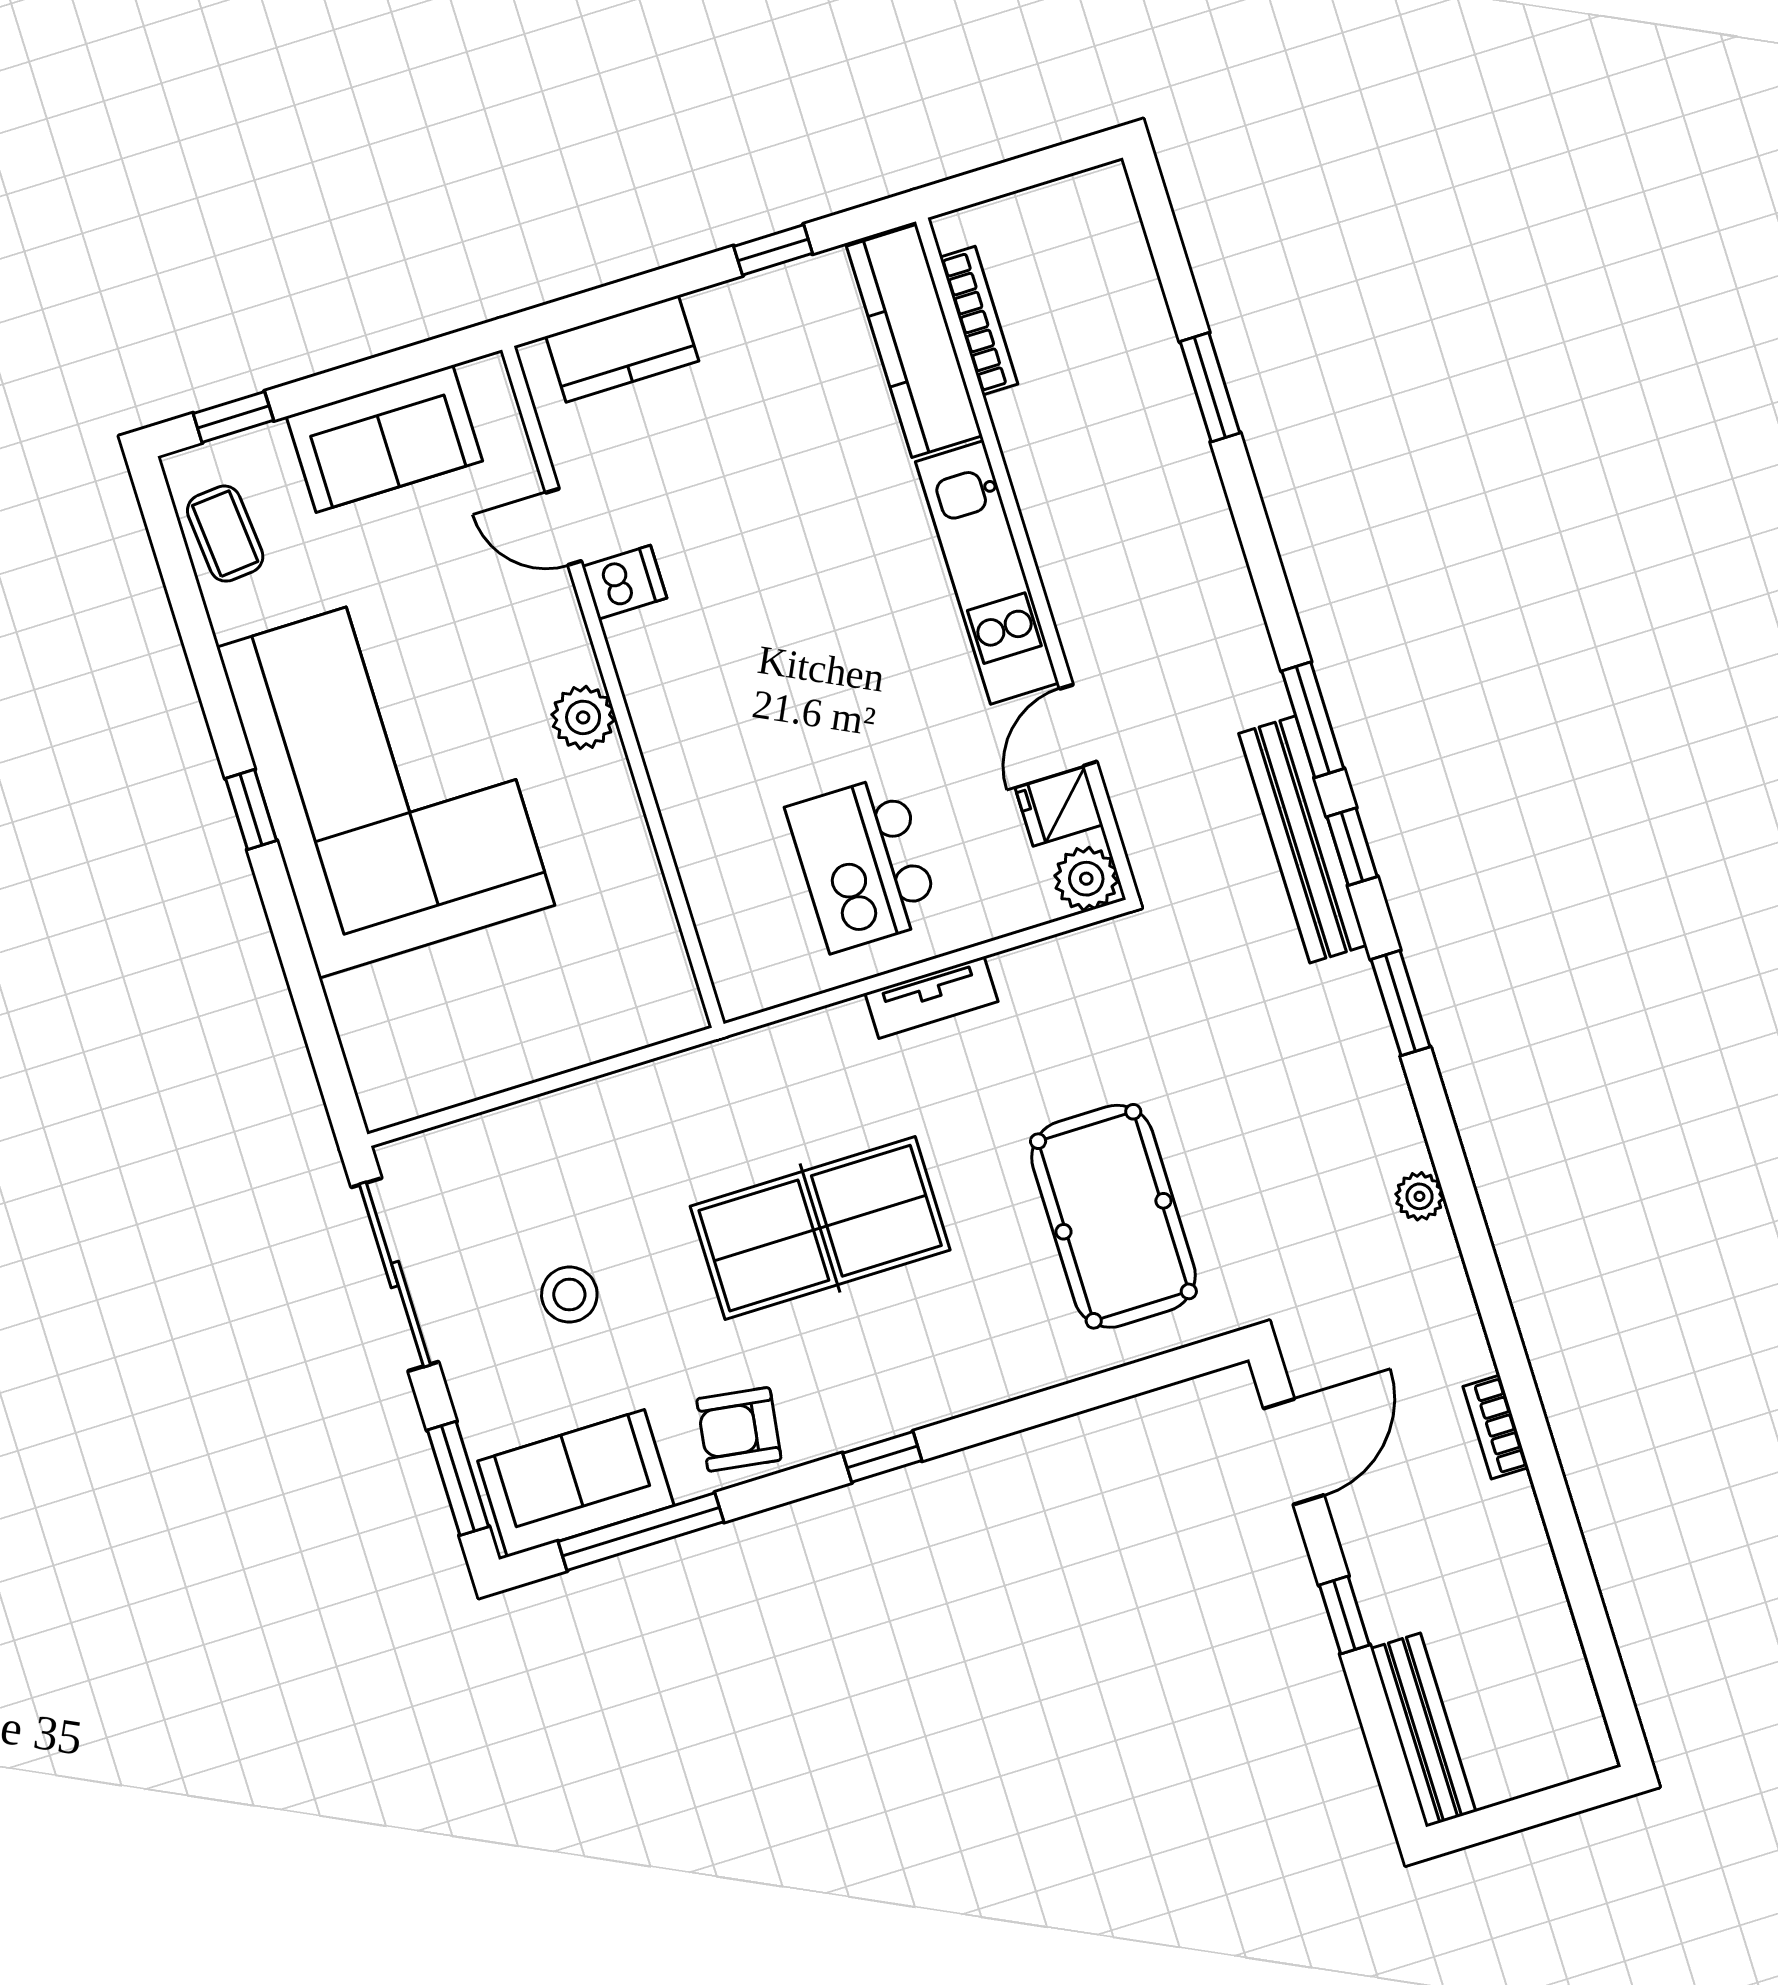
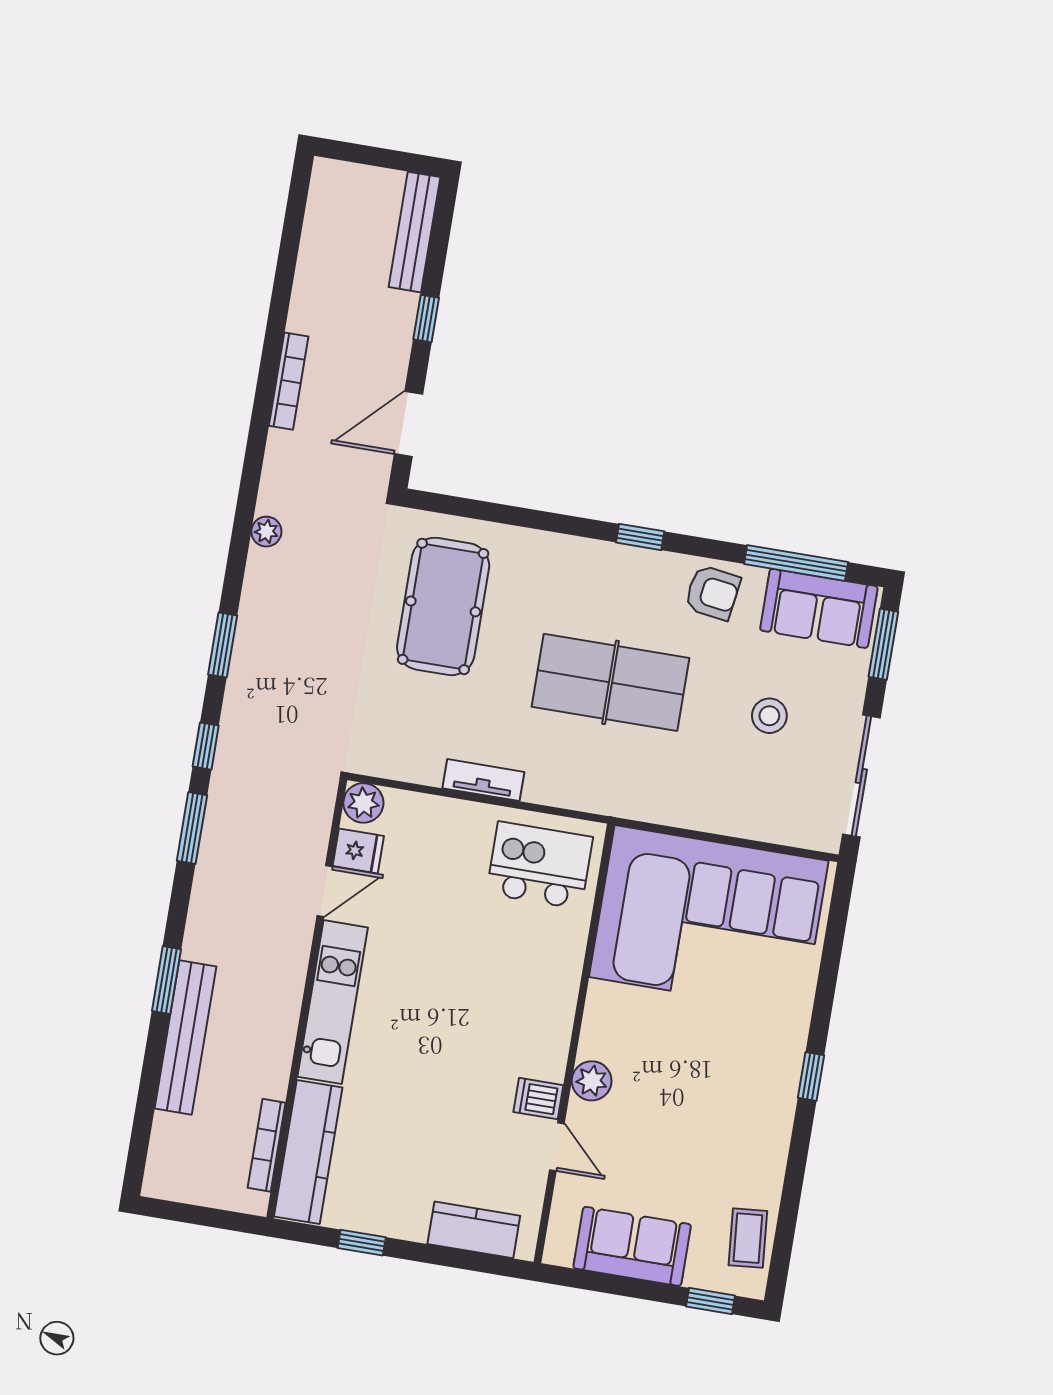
window: (1210, 387) -> (167, 980), moved
plant: (583, 717) -> (592, 1081), moved
corner sofa: (386, 776) -> (709, 919), moved, turned -90
bench: (1303, 839) -> (185, 1038), moved
kitchen island: (863, 863) -> (540, 865), moved, turned -90
bookcase: (1496, 1427) -> (289, 381), width x1.56

